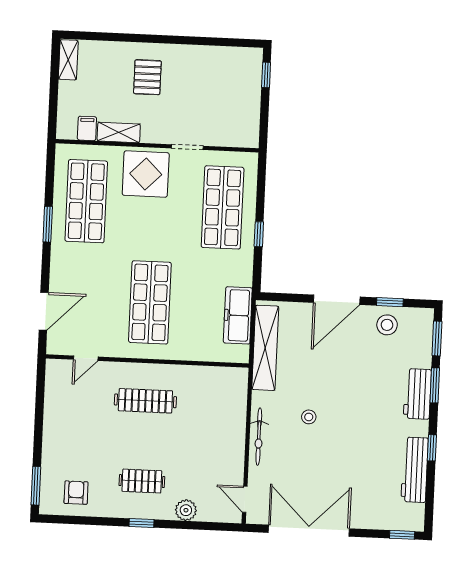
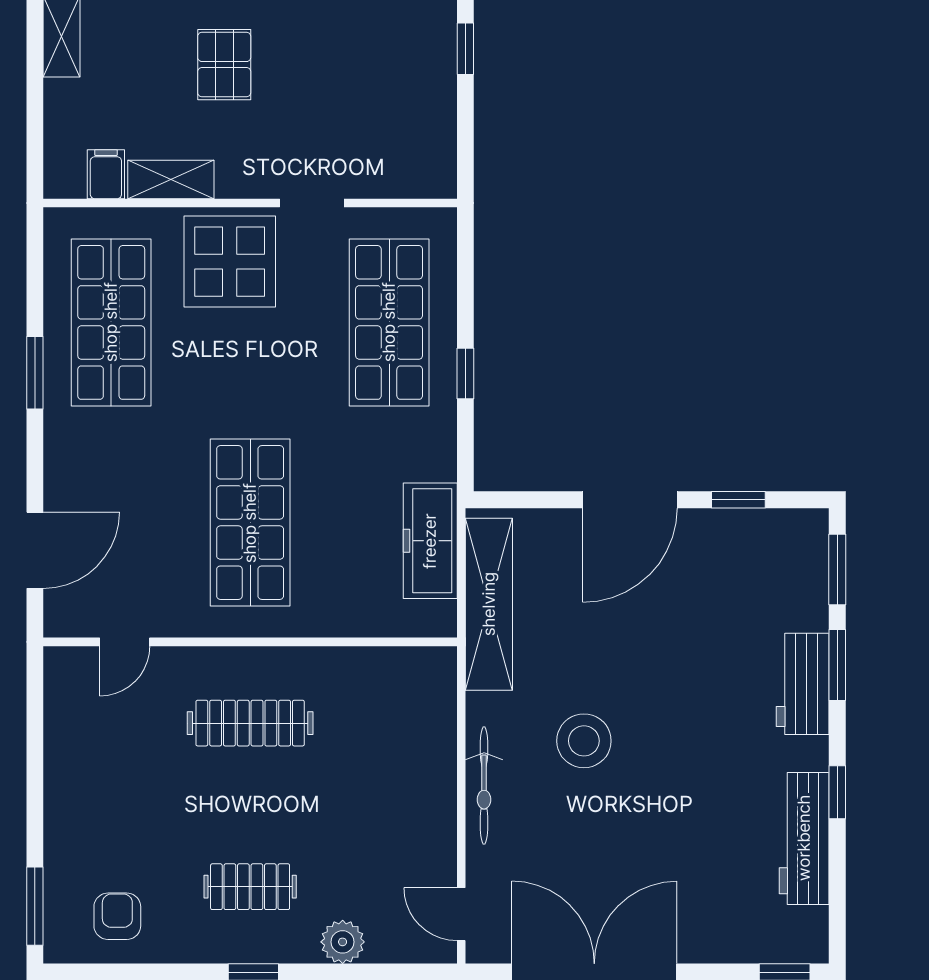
stool: (387, 325) -> (735, 546), removed
stool: (309, 417) -> (584, 741), width x1.89, depth x1.89

